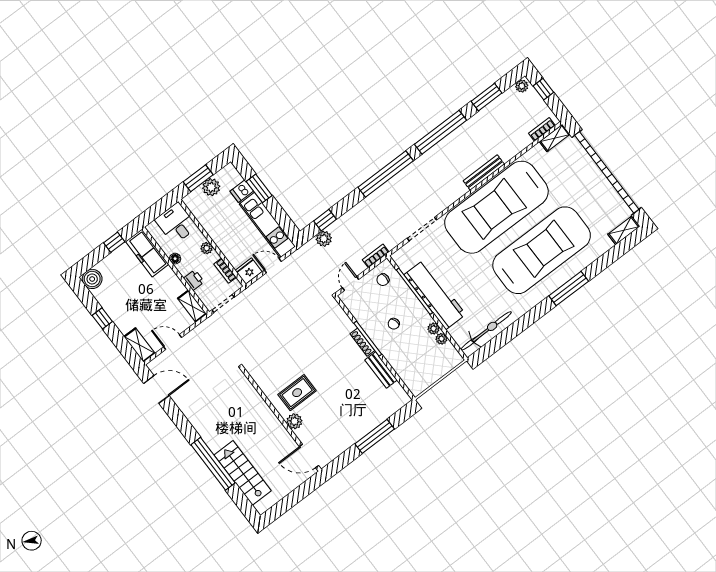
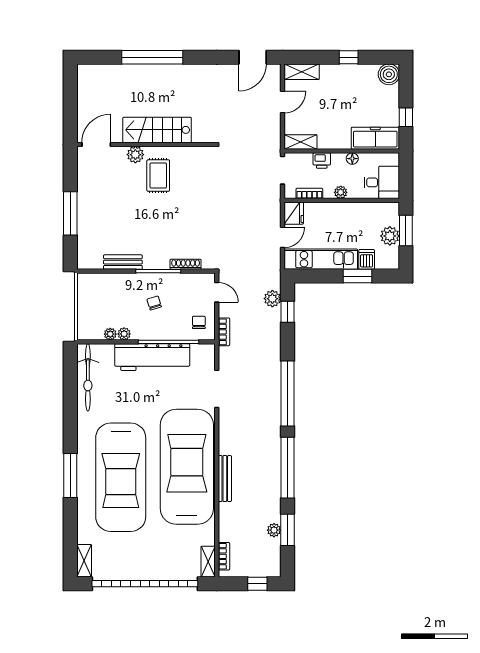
plant: (522, 86) -> (274, 530), moved
shoe rack: (362, 342) -> (186, 264), moved
stairs: (243, 473) -> (157, 130), moved, turned 180

